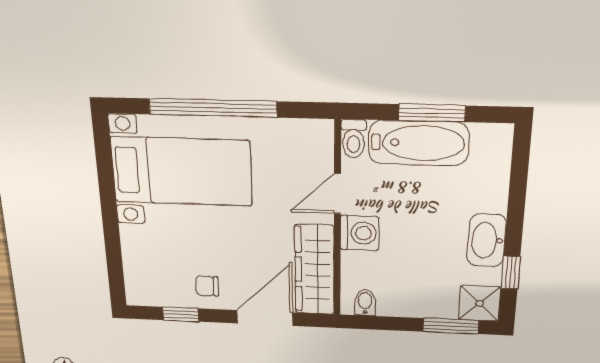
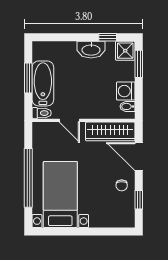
washing machine: (360, 233) -> (126, 91), moved, turned -90

